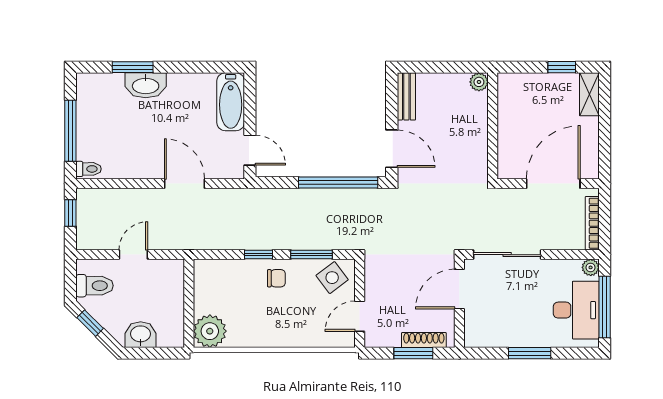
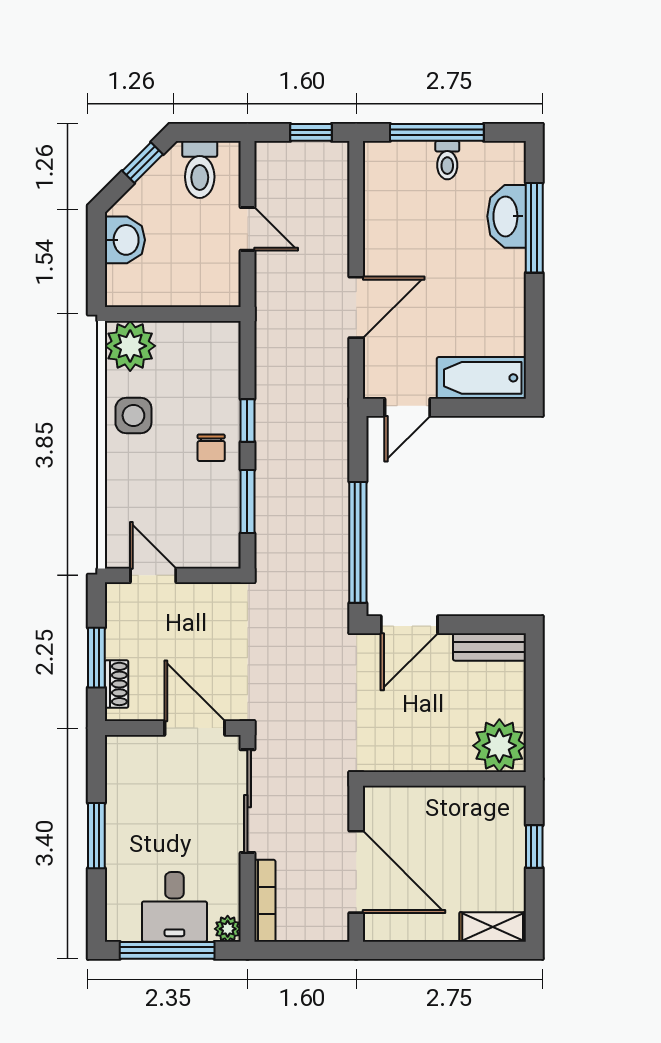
window: (133, 67) -> (534, 228), width x1.44
window: (562, 67) -> (534, 846), moved
plant: (479, 82) -> (499, 746), width x1.87, depth x1.87
washbasin: (146, 85) -> (507, 216), moved
toilet: (88, 169) -> (447, 160), moved
bookcase: (592, 223) -> (265, 901), moved, turned 90
side table: (332, 278) -> (133, 415), moved, turned 37
desk: (576, 310) -> (174, 907), width x0.73
shoe rack: (424, 340) -> (117, 684), width x0.70

